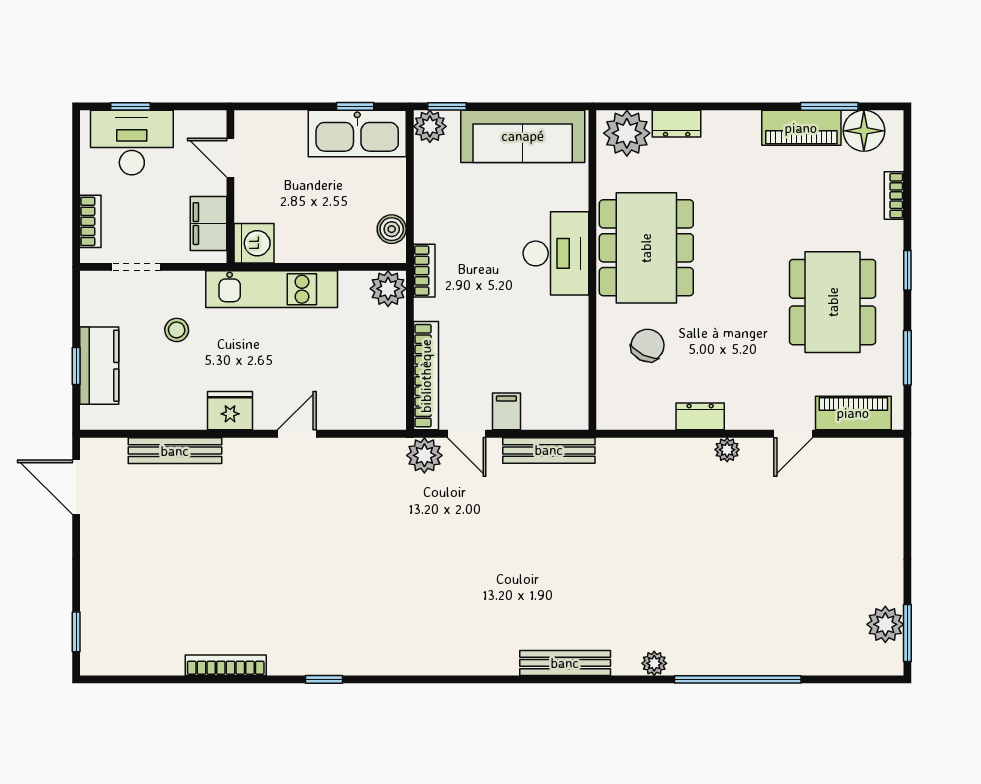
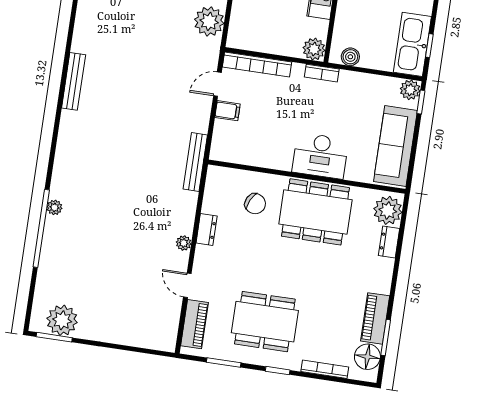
bookcase: (894, 196) -> (325, 369), width x1.56
bench: (549, 450) -> (195, 162), moved
plant: (424, 455) -> (209, 21), moved, width x1.36, depth x1.36
plant: (885, 624) -> (62, 320), width x1.36, depth x1.36
bench: (565, 663) -> (74, 81), moved
plant: (654, 663) -> (54, 207), moved

